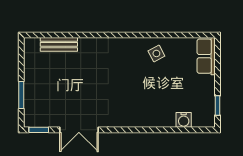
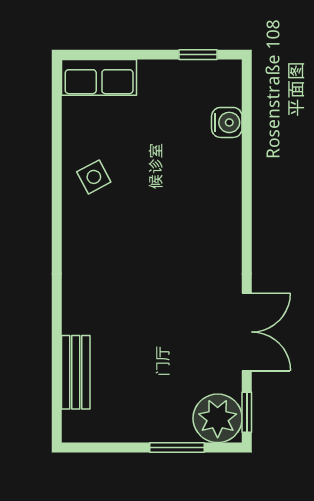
plant: (36, 115) -> (218, 418), added

